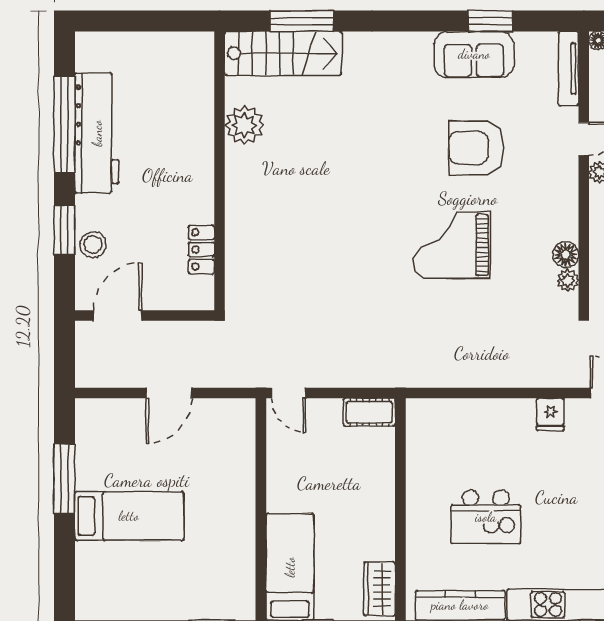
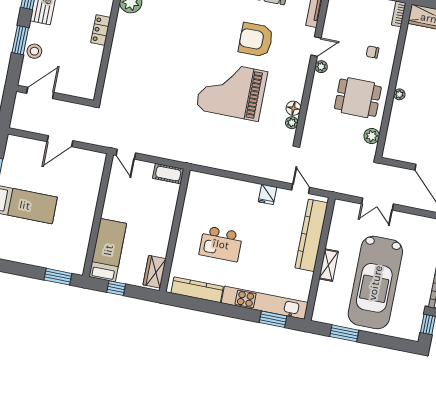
grand piano: (452, 245) -> (232, 91), width x1.37, depth x1.48
locker: (201, 250) -> (101, 30), moved

